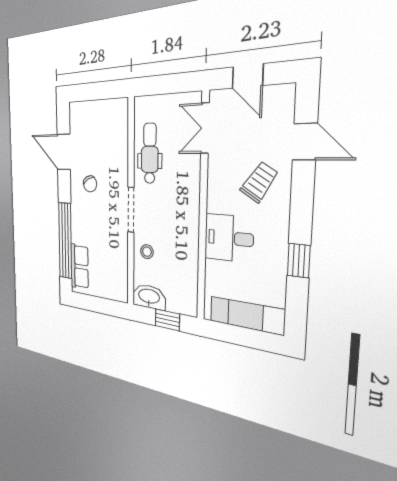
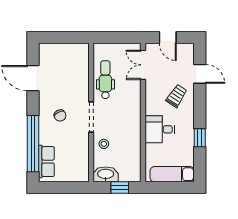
chair: (90, 184) -> (60, 116), moved

